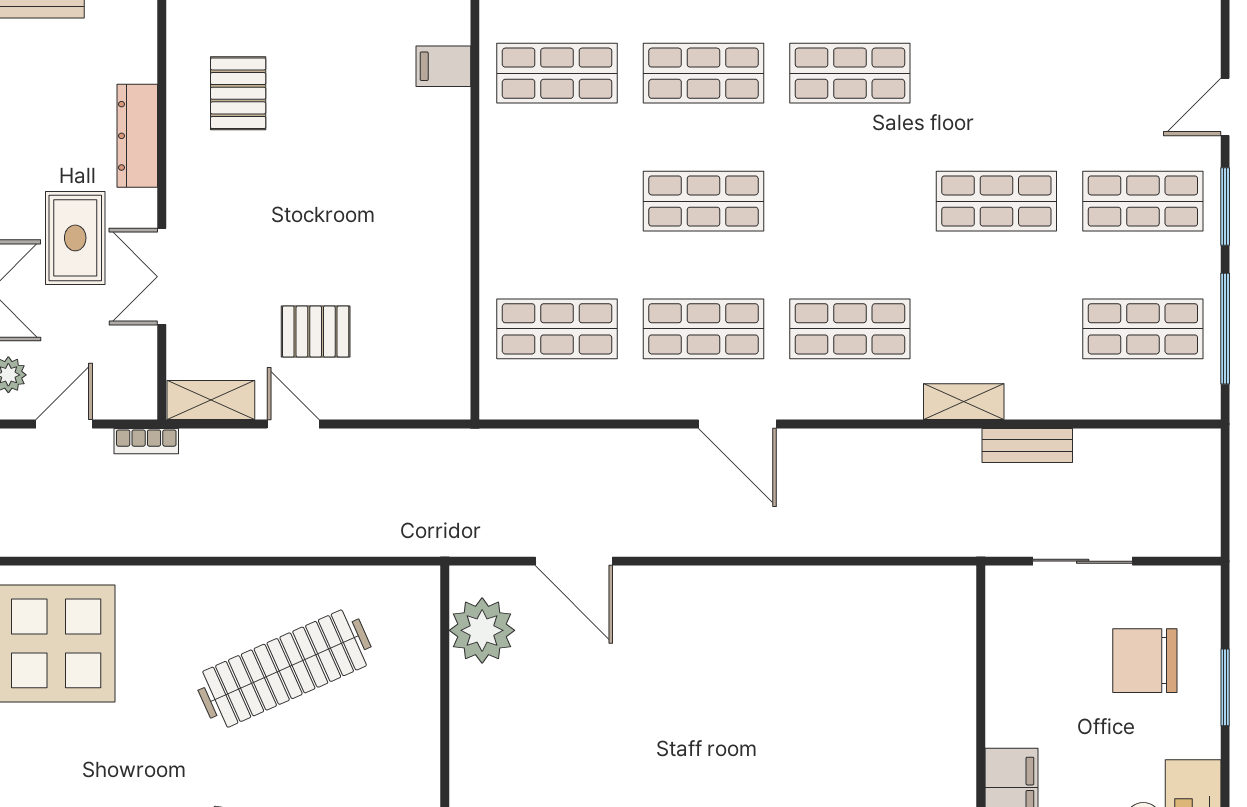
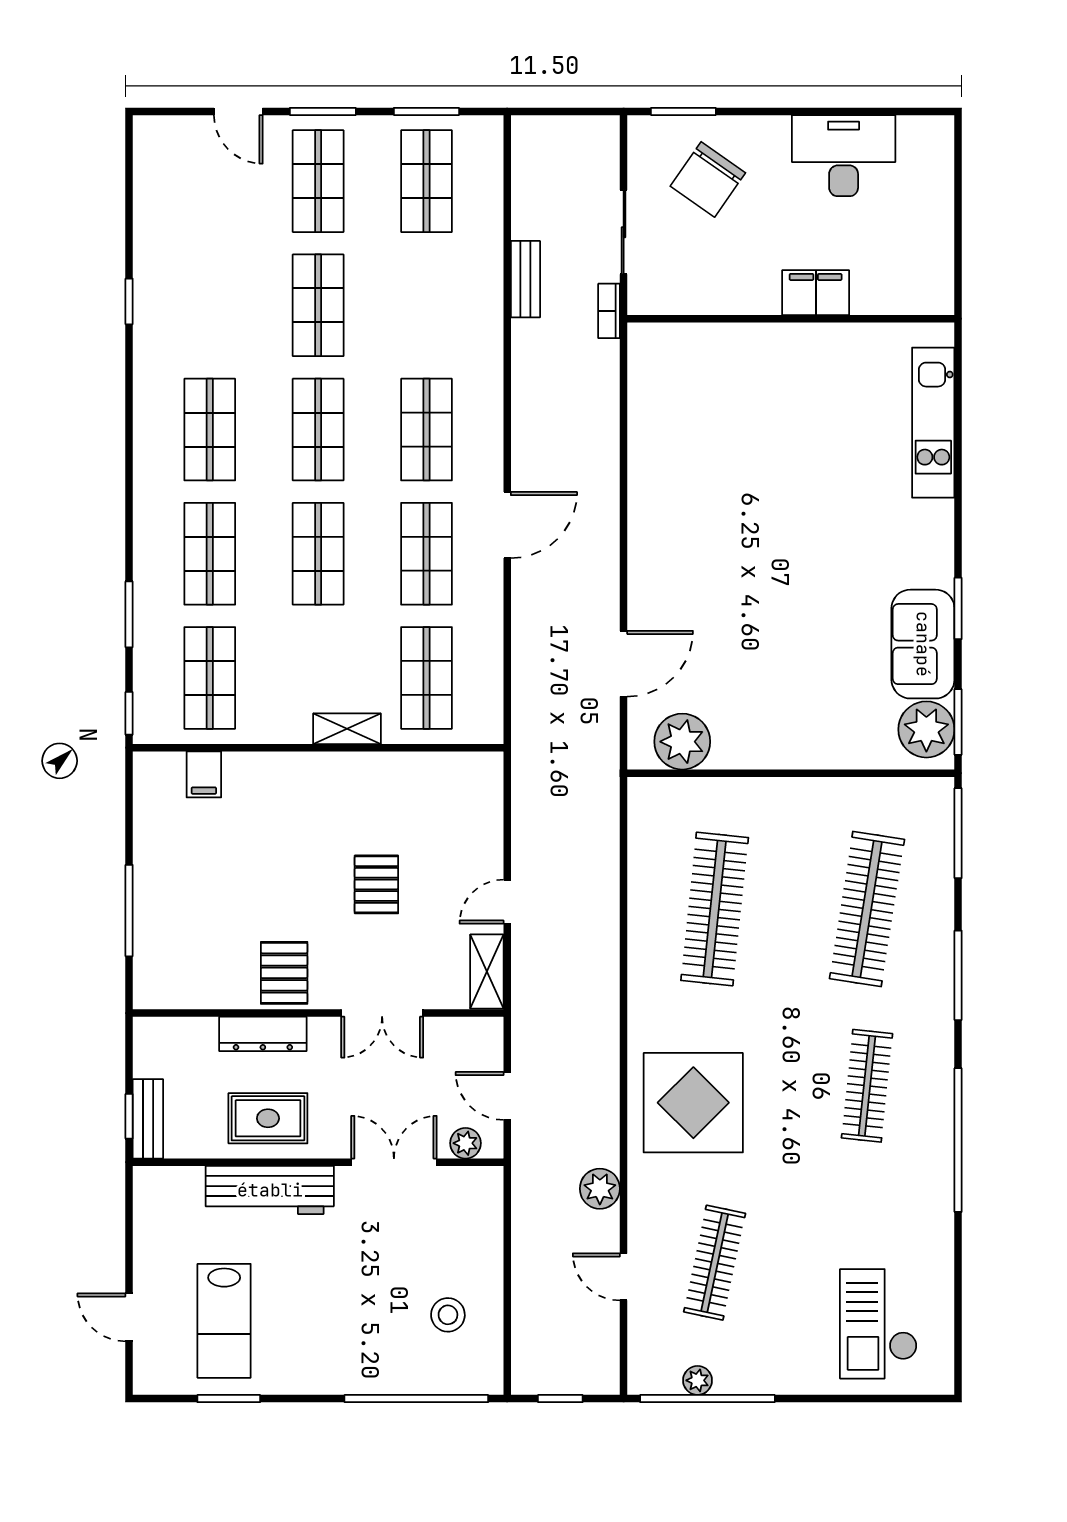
pallet: (238, 93) -> (284, 973), moved, turned 90
shop shelf: (850, 201) -> (318, 430), added
rug: (75, 238) -> (268, 1118), moved
window: (1225, 329) -> (426, 111), width x0.69
pallet: (316, 331) -> (376, 884), moved
shelving: (964, 402) -> (347, 729), moved, turned 90
bookcase: (146, 441) -> (609, 311), moved, turned 180
chair: (1145, 661) -> (708, 179), turned 35
clothes rail: (285, 669) -> (715, 909), turned 30
window: (1225, 687) -> (683, 111), moved

